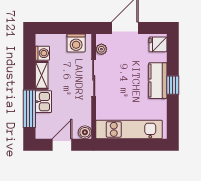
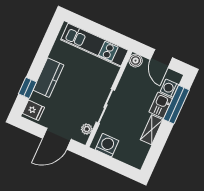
washing machine: (42, 53) -> (170, 88), moved
window: (173, 85) -> (27, 88), moved
door: (62, 145) -> (161, 59), hinge flipped

